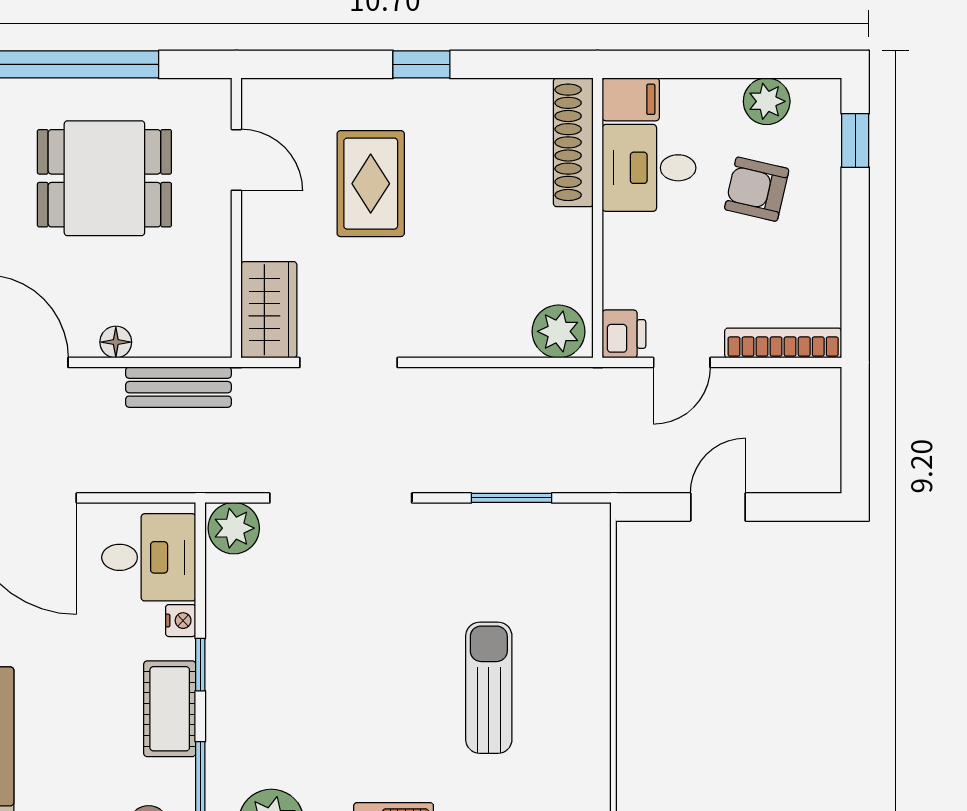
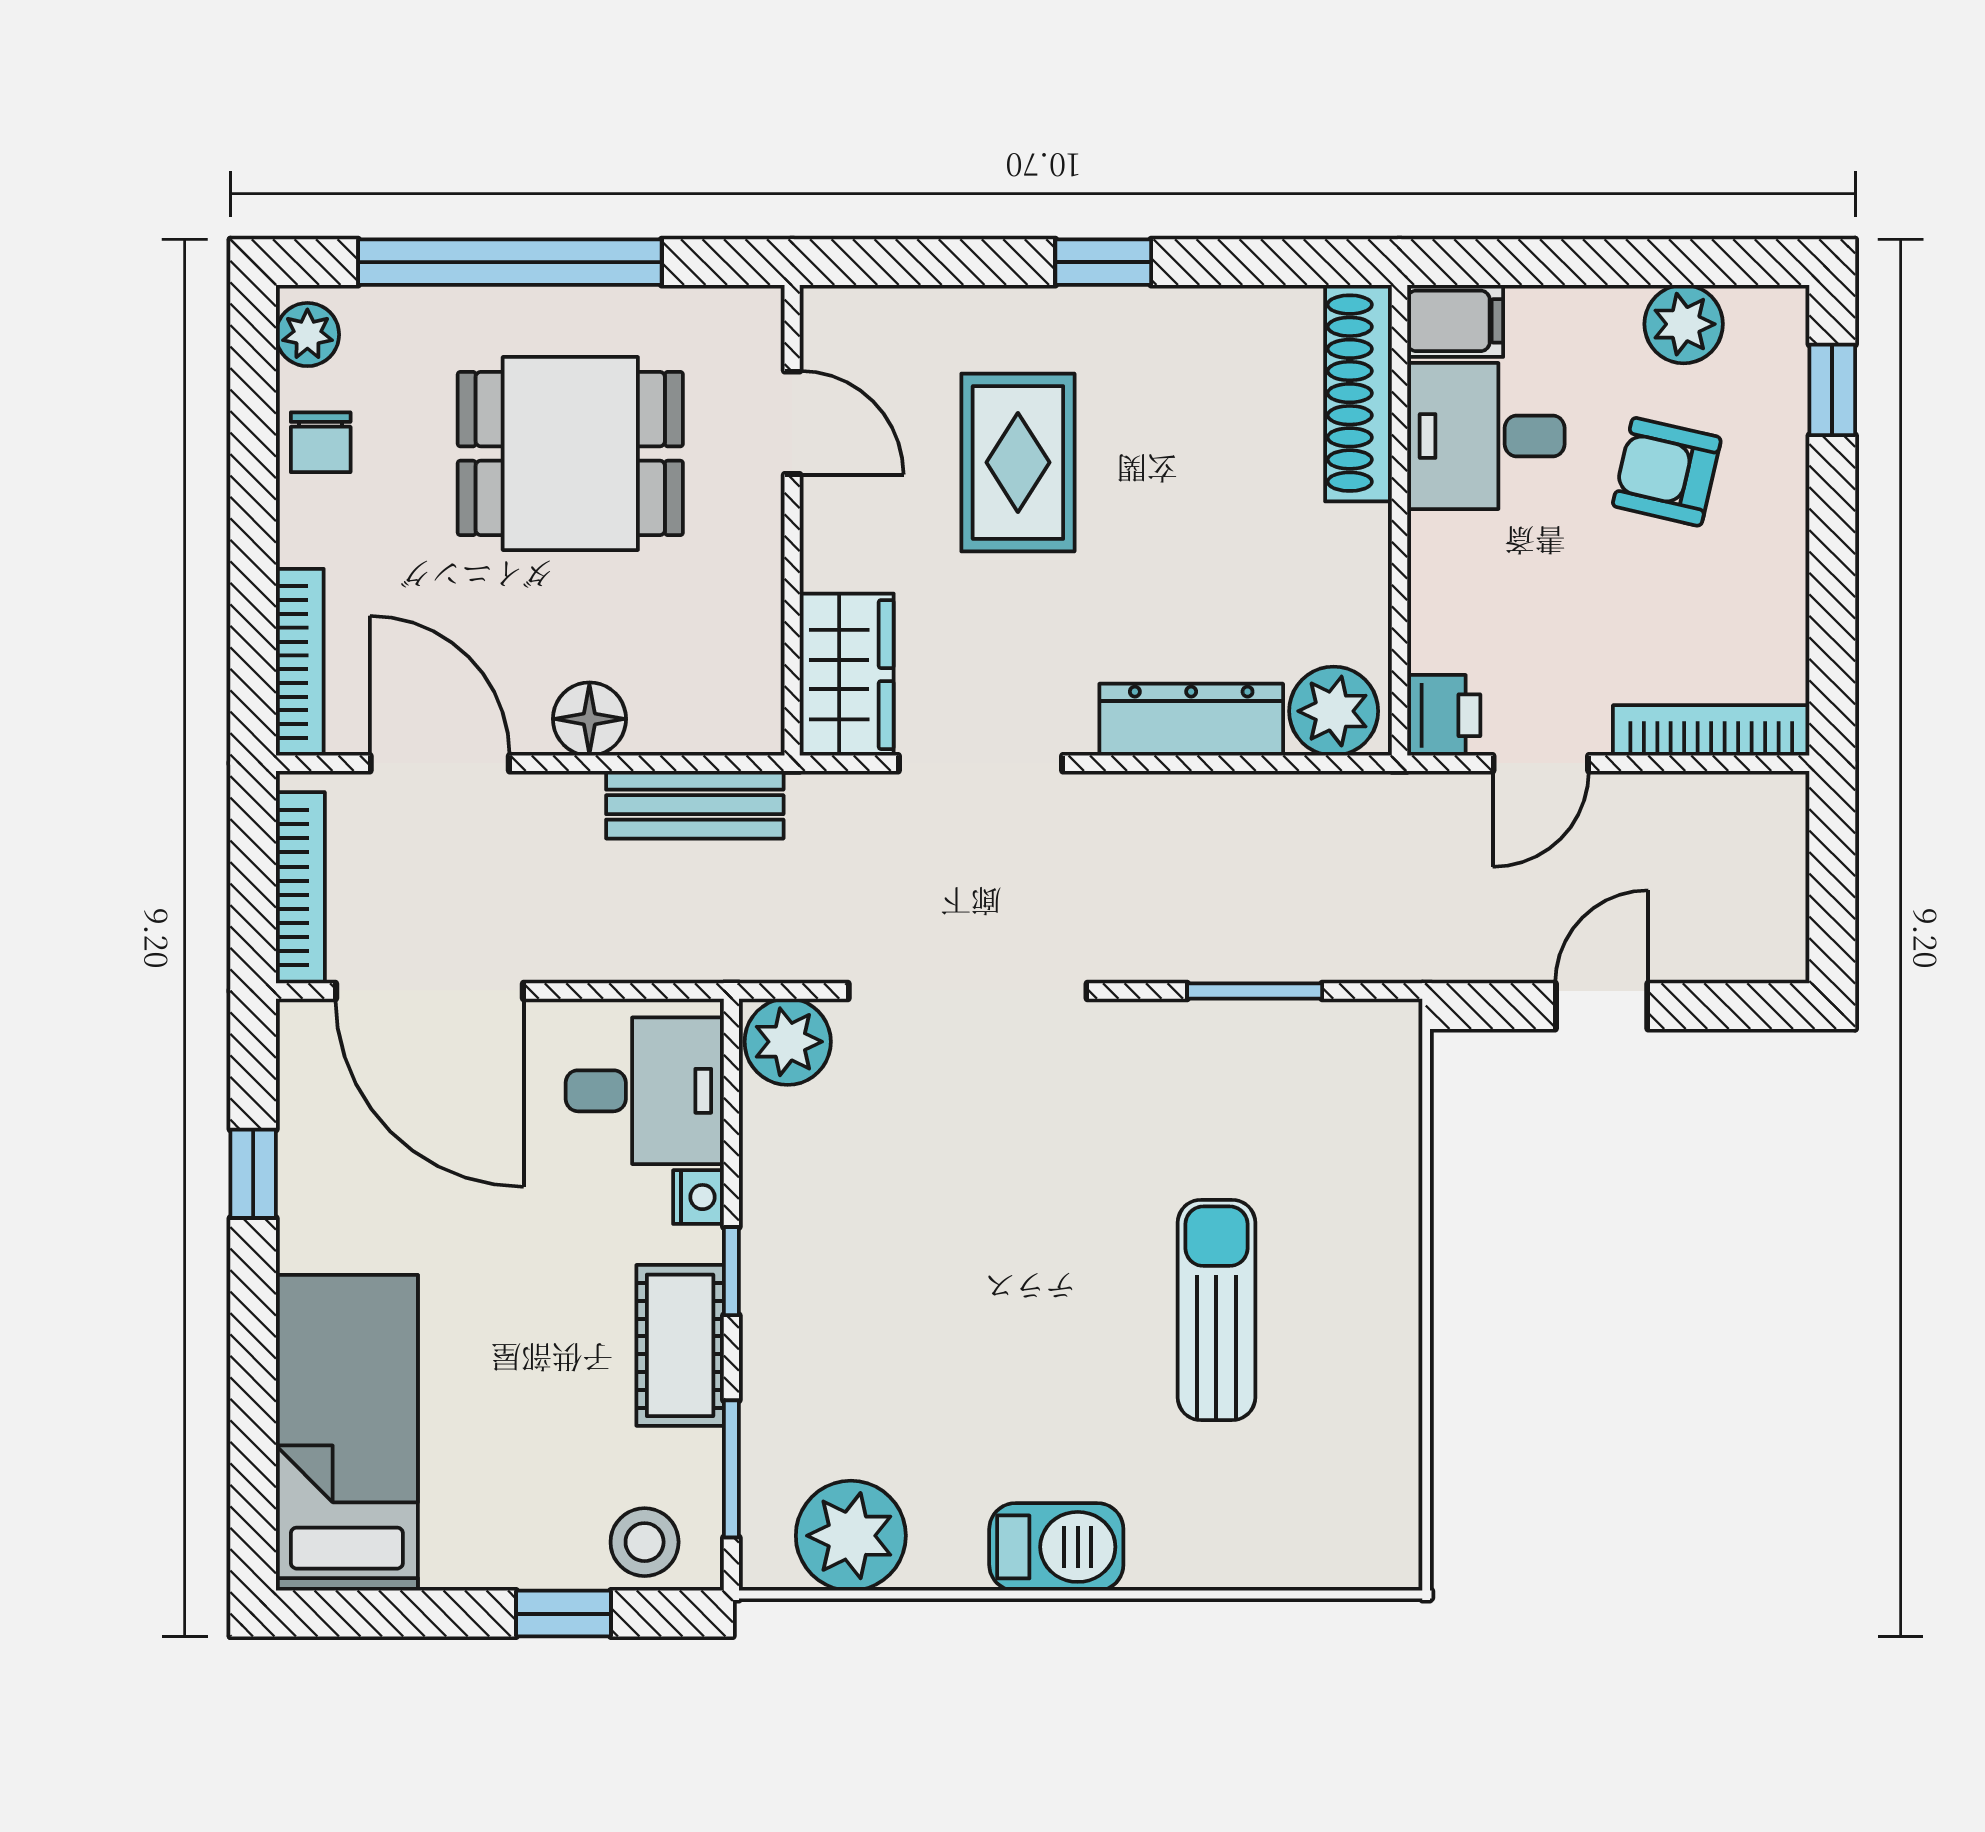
dresser: (474, 337) -> (1191, 720), added
floor lamp: (116, 342) -> (589, 719), width x1.37, depth x1.37

